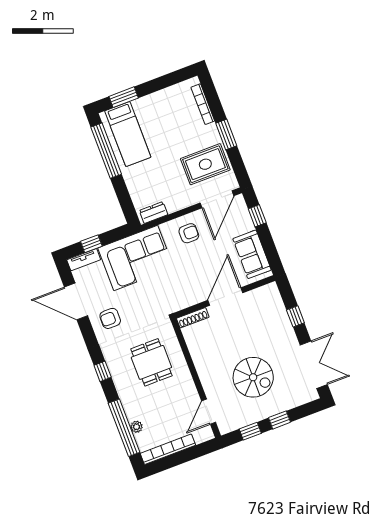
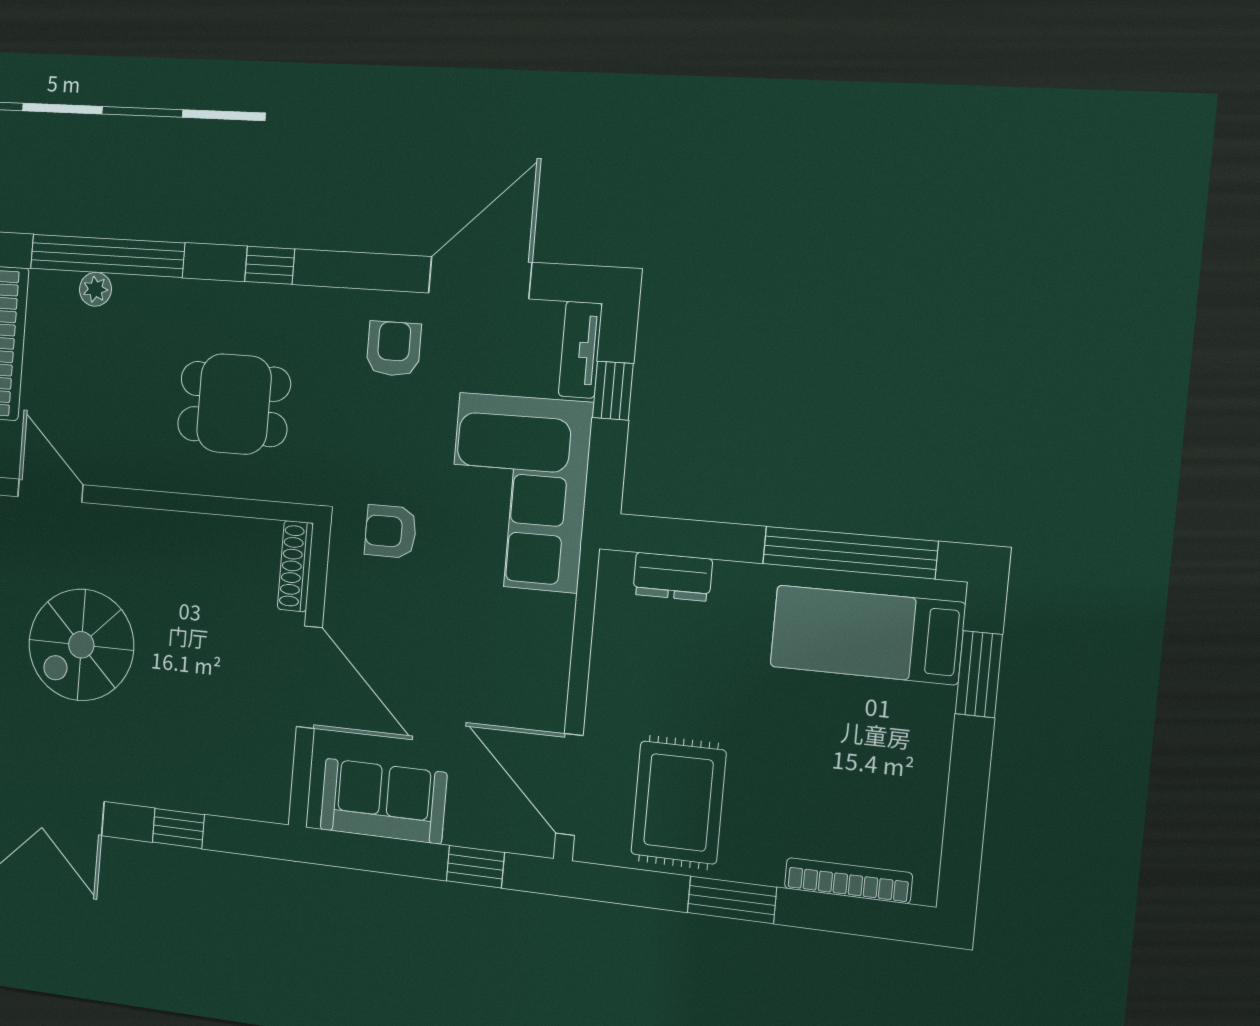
dresser: (153, 213) -> (673, 577), moved, turned 90
armchair: (189, 233) -> (391, 532), moved, turned 90

